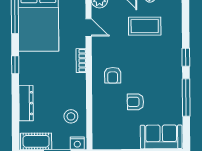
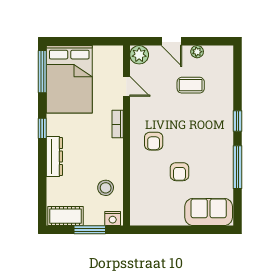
coffee table: (145, 26) -> (191, 85), width x0.73, depth x0.77
armchair: (135, 102) -> (180, 172), turned -90
dresser: (26, 103) -> (54, 157), moved

